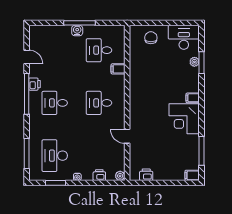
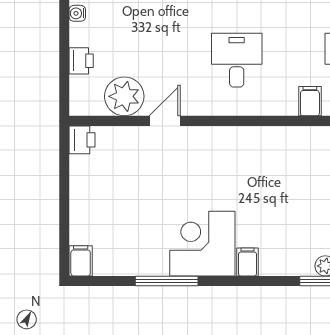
window: (201, 151) -> (167, 281), moved
printer: (146, 175) -> (82, 140), moved
plant: (120, 176) -> (124, 96), moved, width x1.88, depth x1.88

